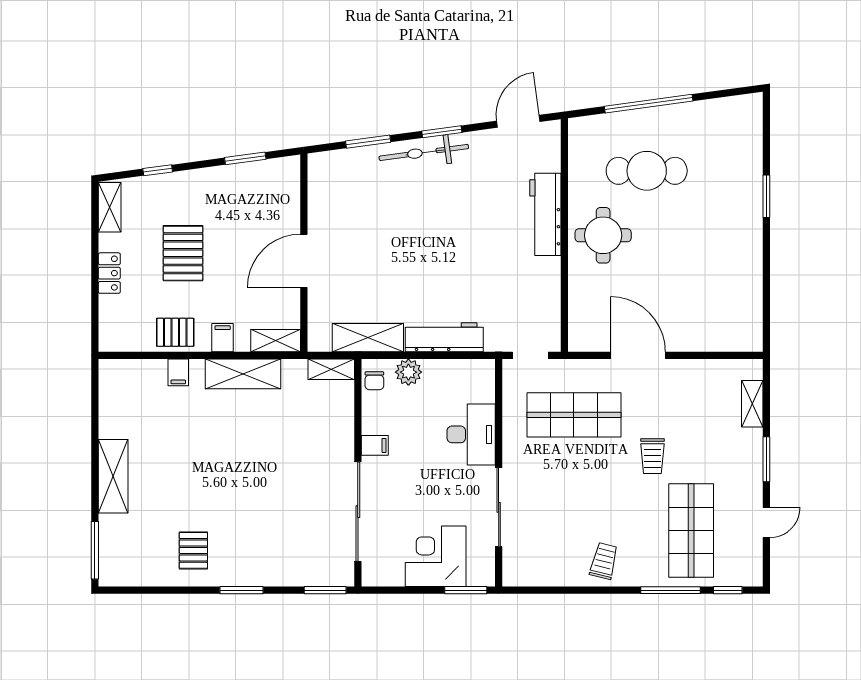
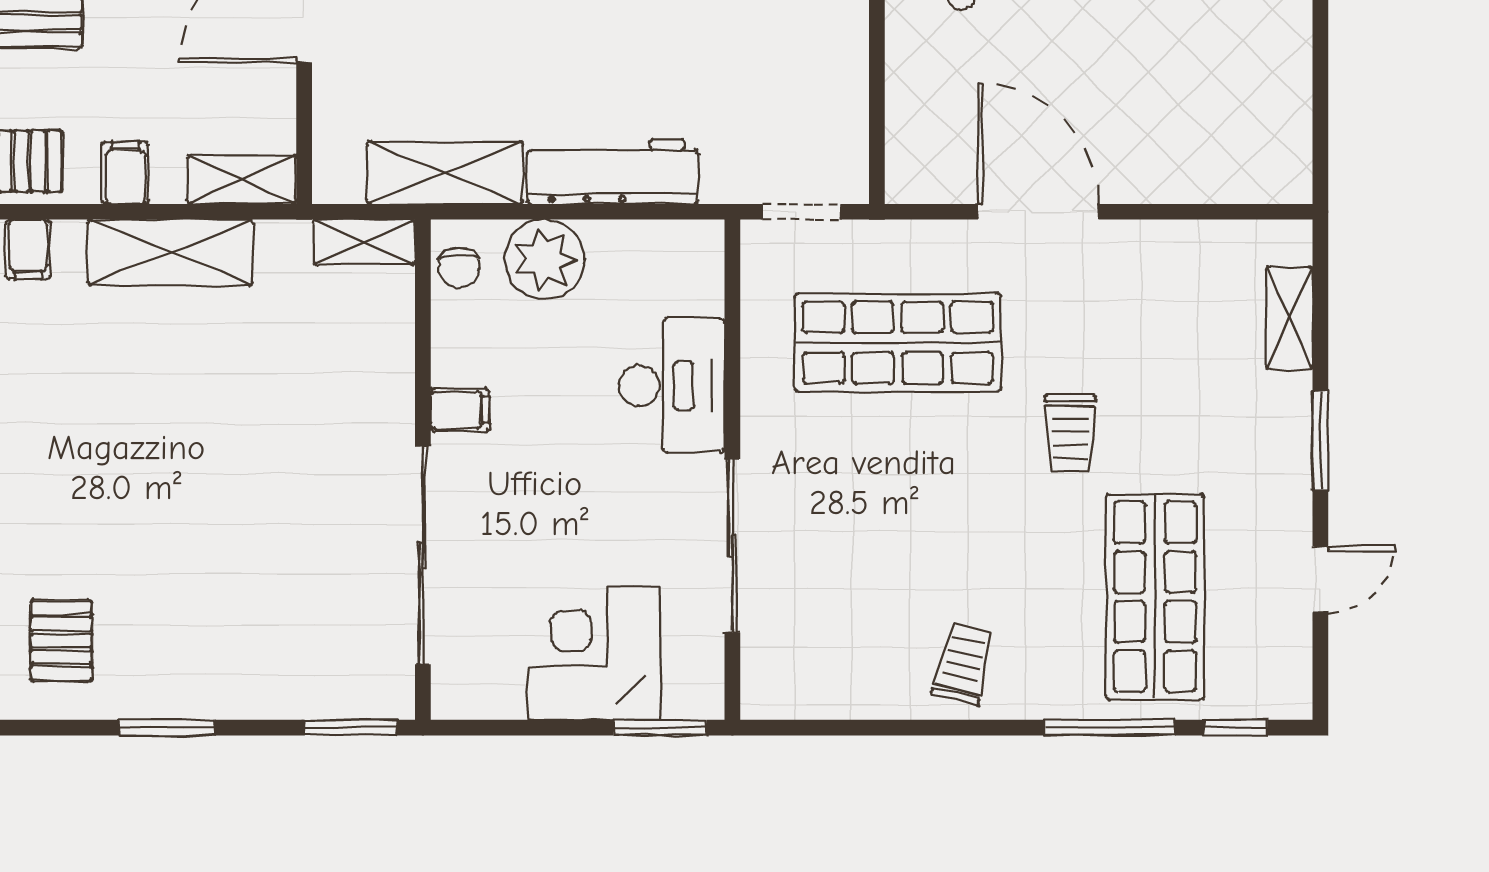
plant: (408, 372) -> (545, 259), width x1.36, depth x1.36

